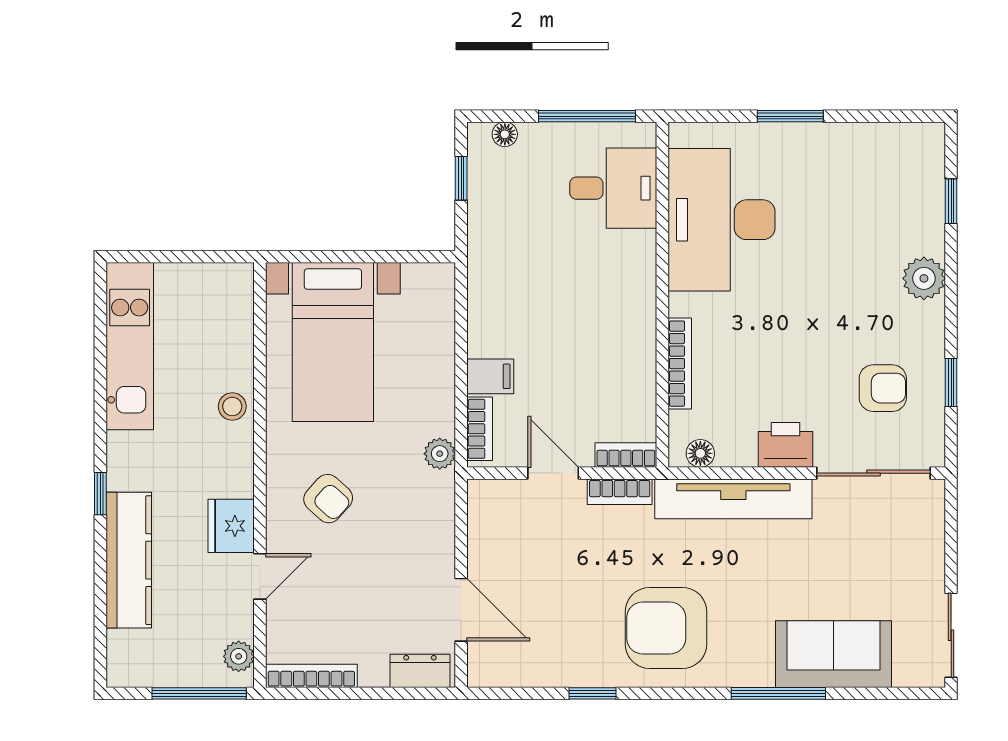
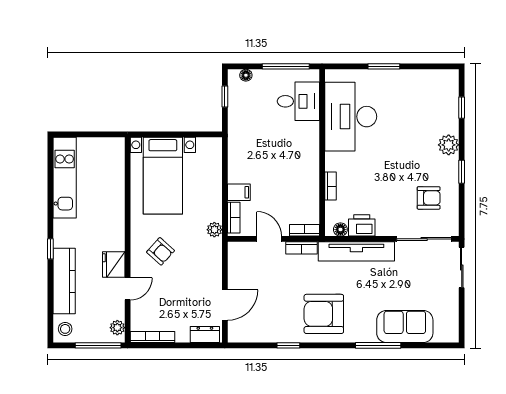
bookcase: (680, 364) -> (331, 186), width x0.64
window: (951, 382) -> (462, 172), moved
stool: (232, 406) -> (65, 329), moved
printer: (786, 445) -> (362, 225), moved
door: (461, 610) -> (225, 305), hinge flipped
sliding door: (951, 635) -> (462, 267), moved

